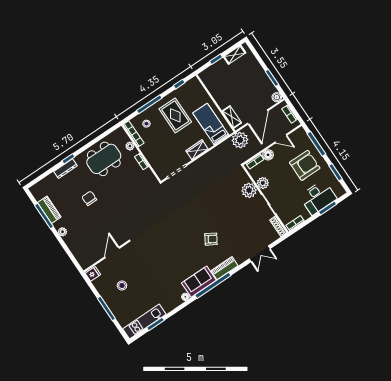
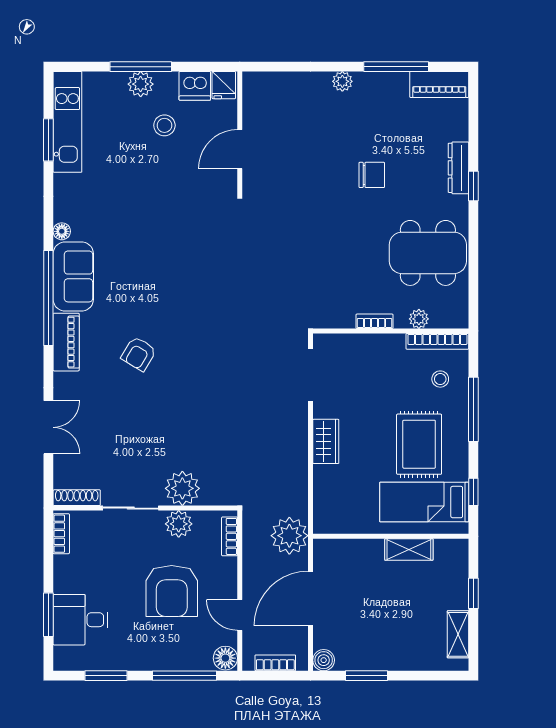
rug: (175, 115) -> (419, 444), turned 90
shelving: (232, 117) -> (409, 549), moved
door: (258, 117) -> (311, 598), hinge flipped
bed: (211, 124) -> (424, 502), moved, turned 180
door: (281, 139) -> (240, 615), hinge flipped
floor lamp: (268, 155) -> (225, 658), moved
dining table: (104, 159) -> (428, 253), turned 90
armchair: (305, 165) -> (172, 591), moved
desk: (318, 197) -> (81, 620), width x0.73
piano: (49, 210) -> (439, 84), moved
door: (112, 252) -> (240, 149), swing flipped
double door: (260, 254) -> (48, 427), swing flipped
dishwasher: (100, 284) -> (195, 86), added
plant: (113, 304) -> (141, 84), added

